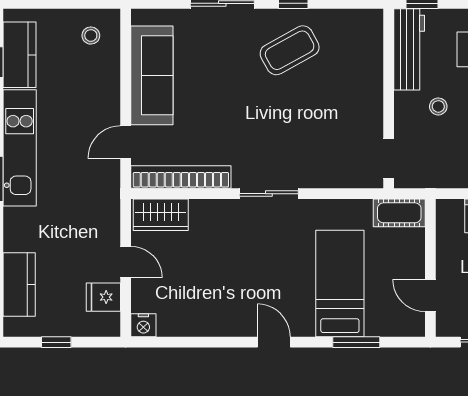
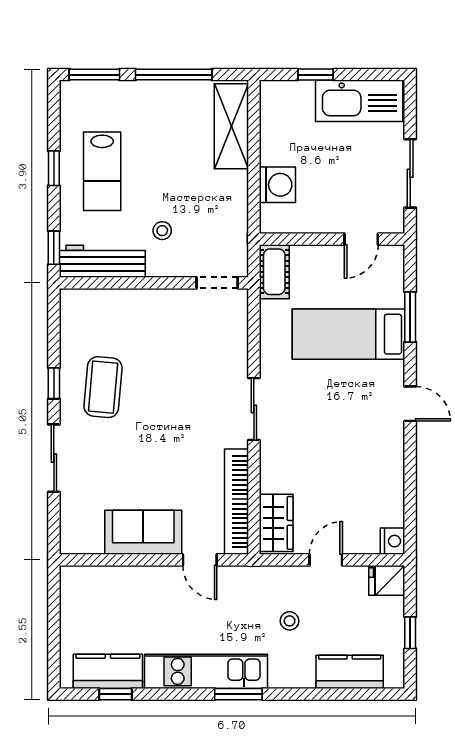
stool: (91, 36) -> (290, 621), moved
coffee table: (290, 50) -> (103, 387), turned 34
sofa: (152, 75) -> (143, 532), width x0.73
fridge: (103, 297) -> (387, 580), moved, turned 90
door: (274, 342) -> (410, 404), swing flipped

